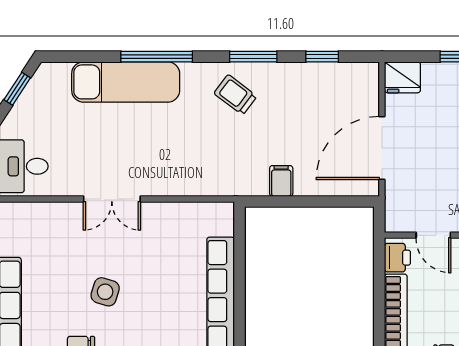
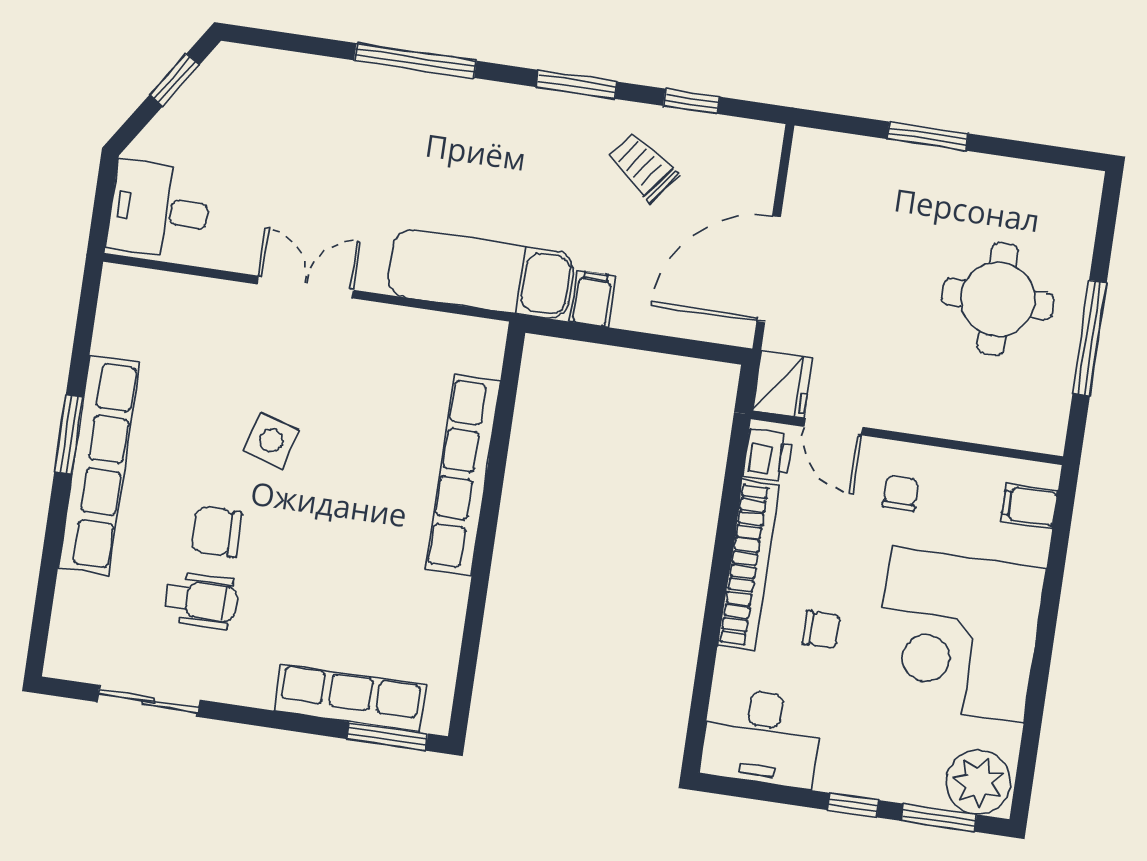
fridge: (402, 77) -> (782, 384), moved, turned -90
exam couch: (126, 82) -> (481, 274), moved, turned 180
trolley: (235, 95) -> (643, 166), moved
double door: (112, 199) -> (305, 287), swing flipped

